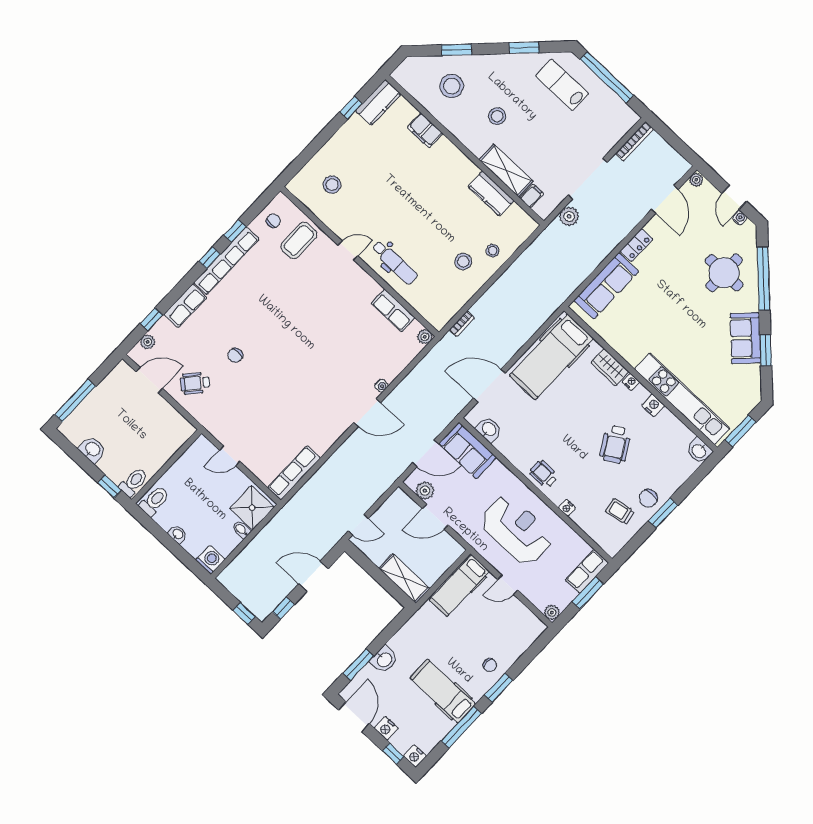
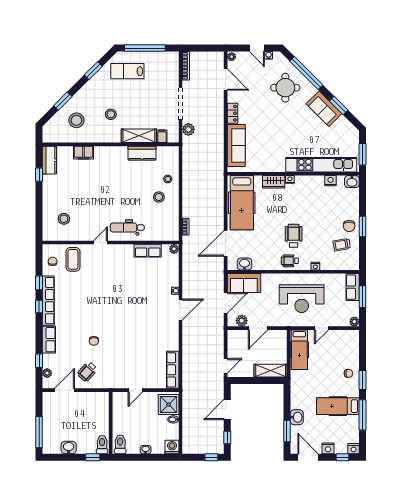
dental chair: (395, 262) -> (127, 228), turned 180
nightstand: (653, 405) -> (330, 181), moved
wheelchair: (615, 444) -> (294, 236), moved, turned -149
reception desk: (517, 530) -> (302, 299), turned 180

